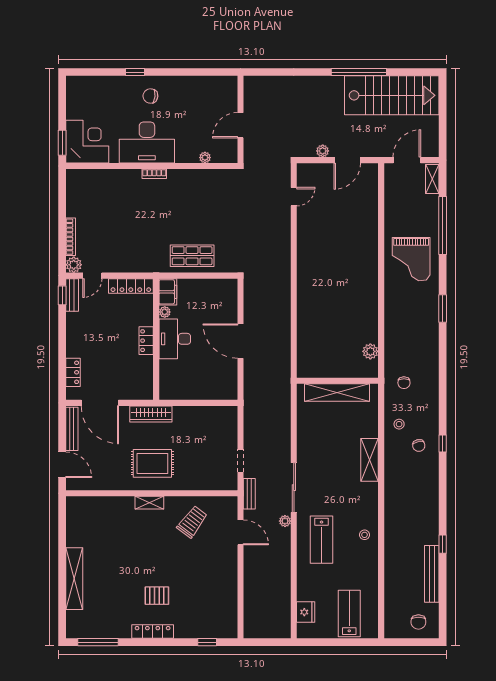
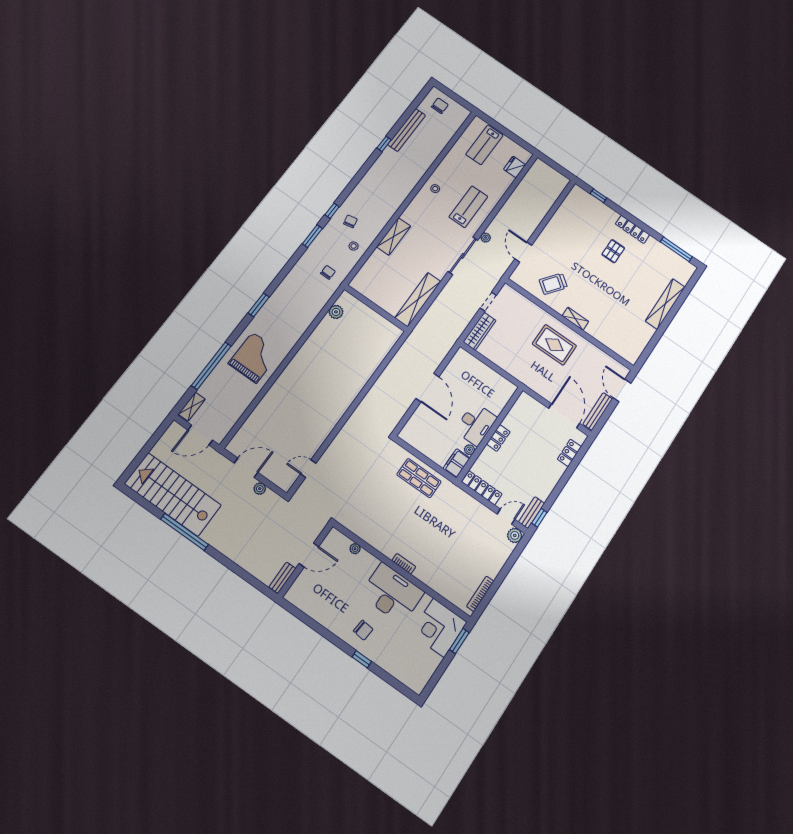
bookcase: (71, 237) -> (480, 594), moved
shelving: (337, 393) -> (418, 300), moved, turned 90
window: (443, 406) -> (312, 236), added
wardrobe: (151, 414) -> (480, 331), moved, turned 90
bench: (249, 494) -> (282, 578), moved
pallet: (157, 596) -> (613, 251), turned 90

